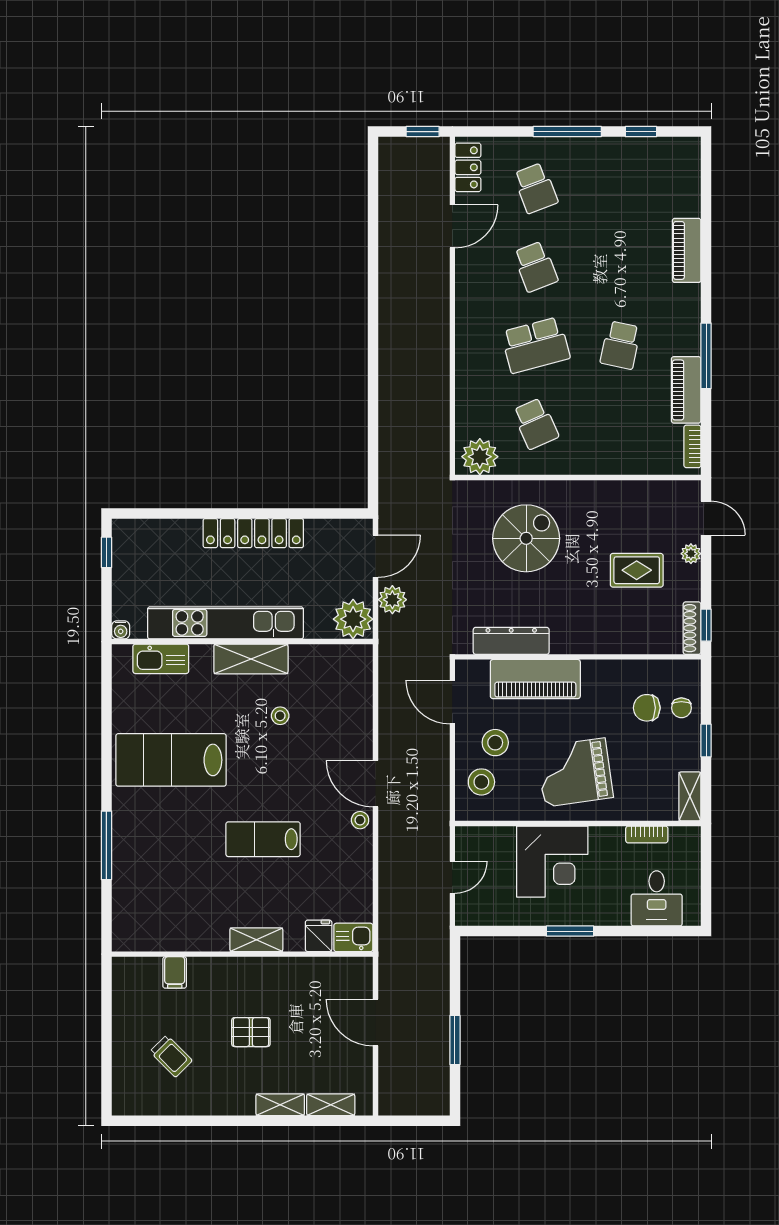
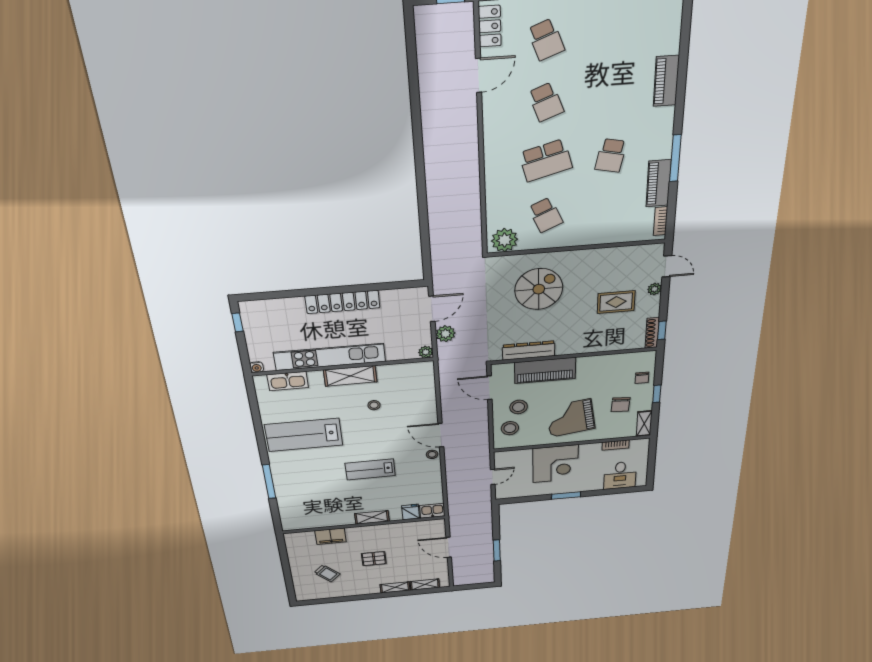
plant: (353, 619) -> (426, 352), width x0.53, depth x0.53
chair: (647, 708) -> (621, 405), moved, turned -86
filing cabinet: (175, 972) -> (330, 536), width x2.00

